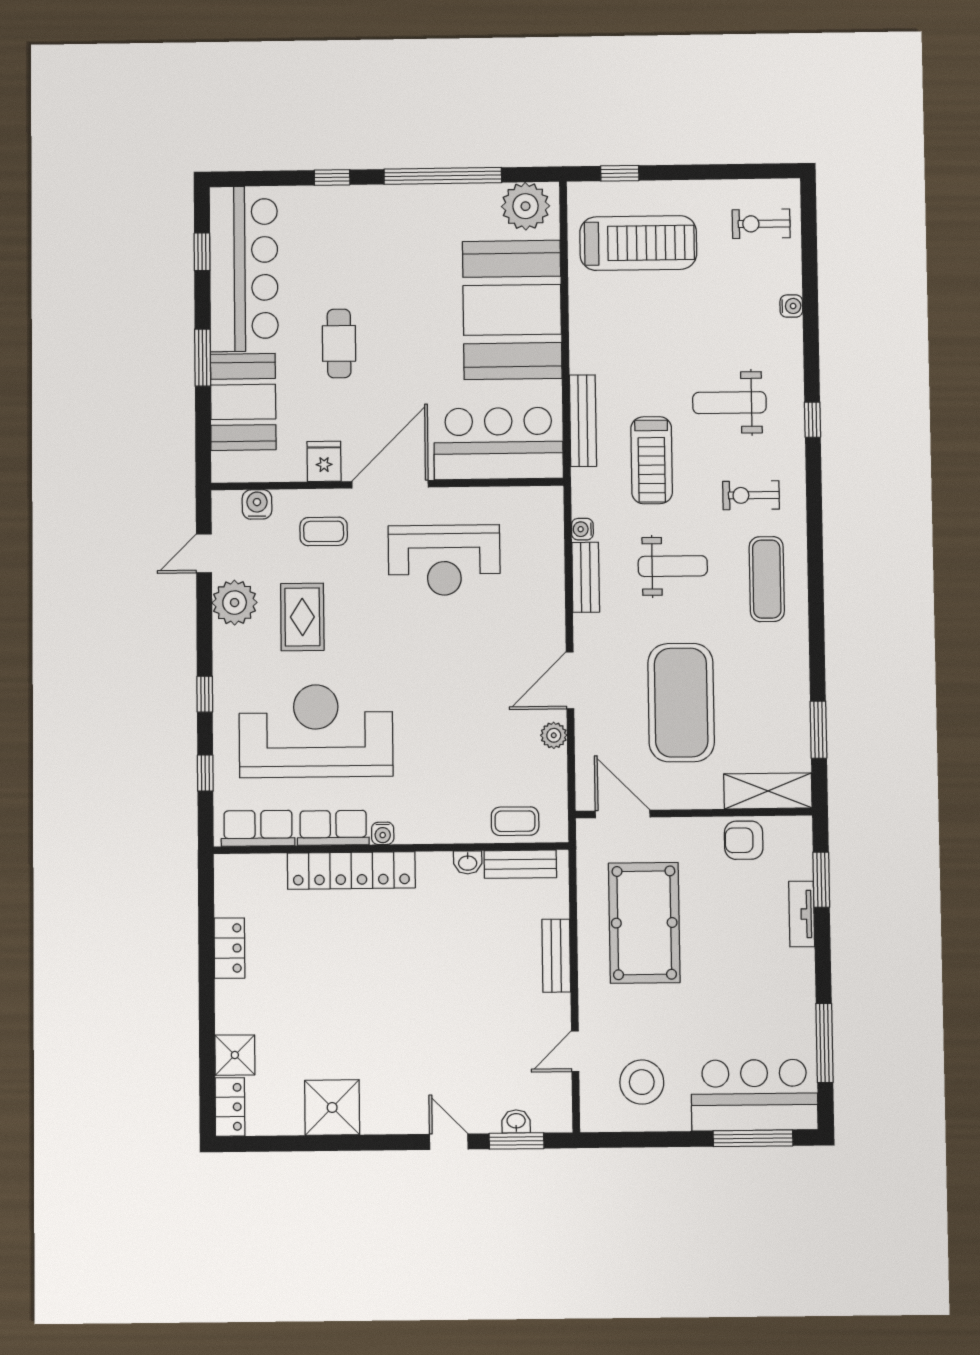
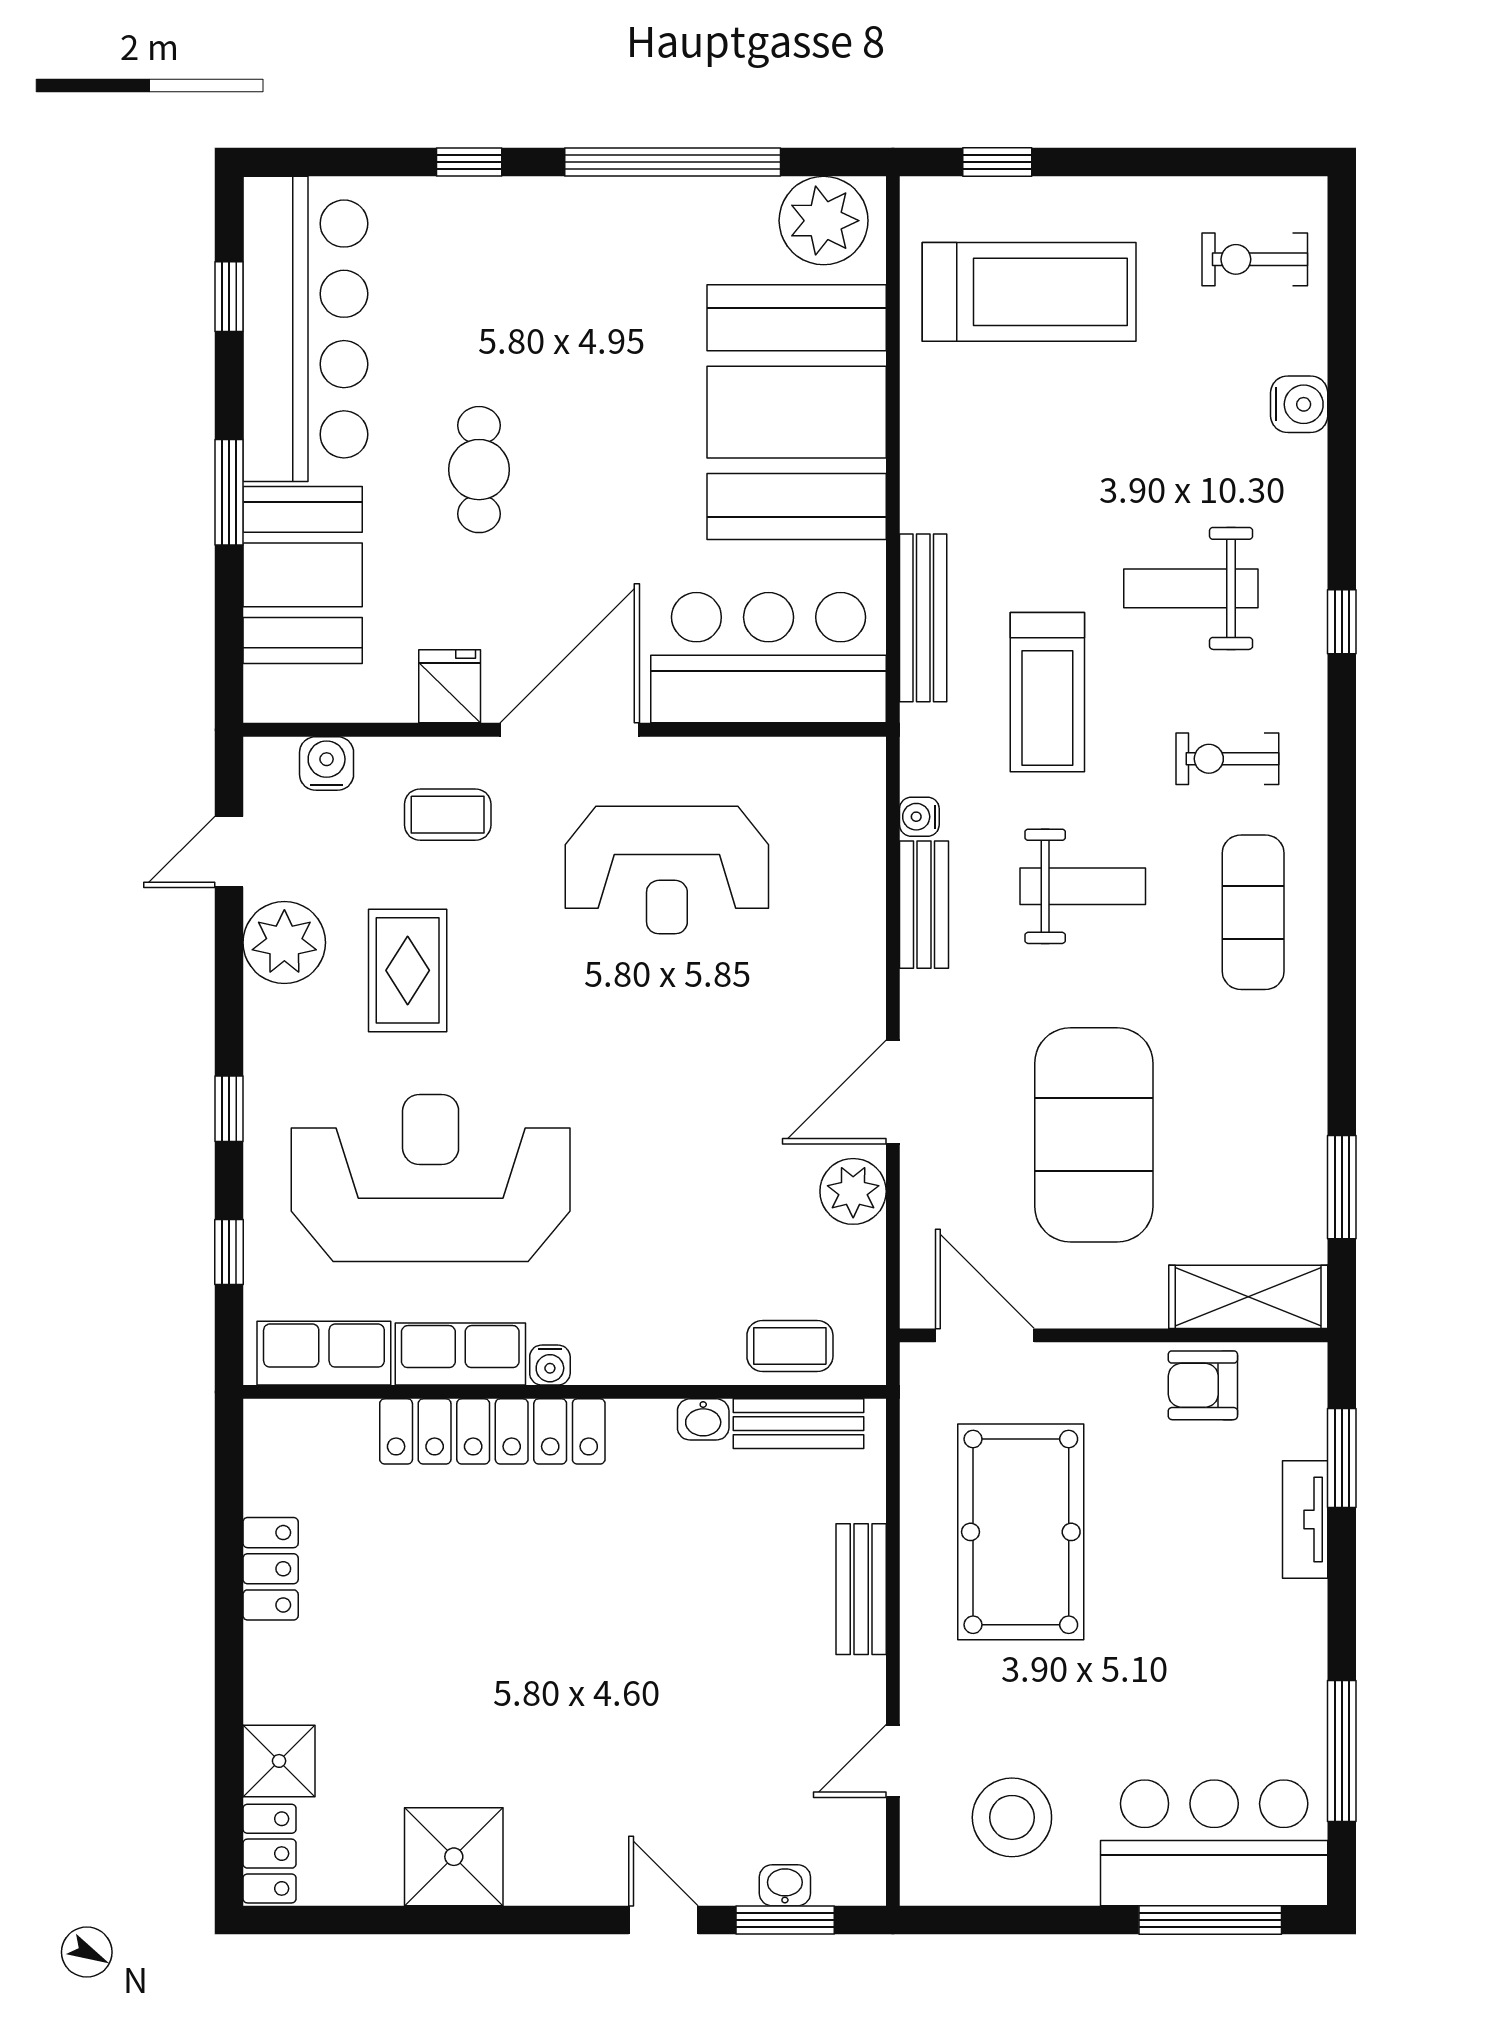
water cooler: (791, 306) -> (1299, 404), width x1.38, depth x1.38
plant: (554, 735) -> (853, 1191), width x1.38, depth x1.38

